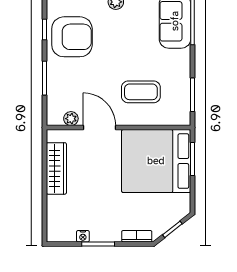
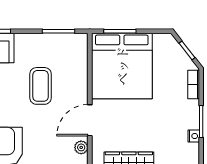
coffee table: (141, 92) -> (41, 86), moved

